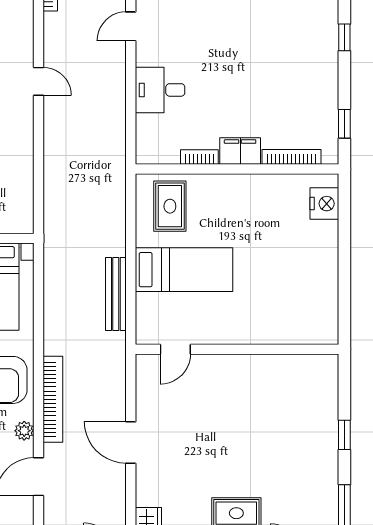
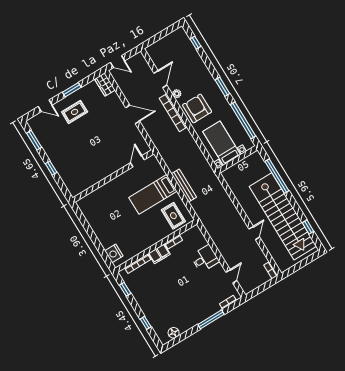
door: (38, 81) -> (254, 233), swing flipped
bench: (116, 294) -> (184, 185), moved

